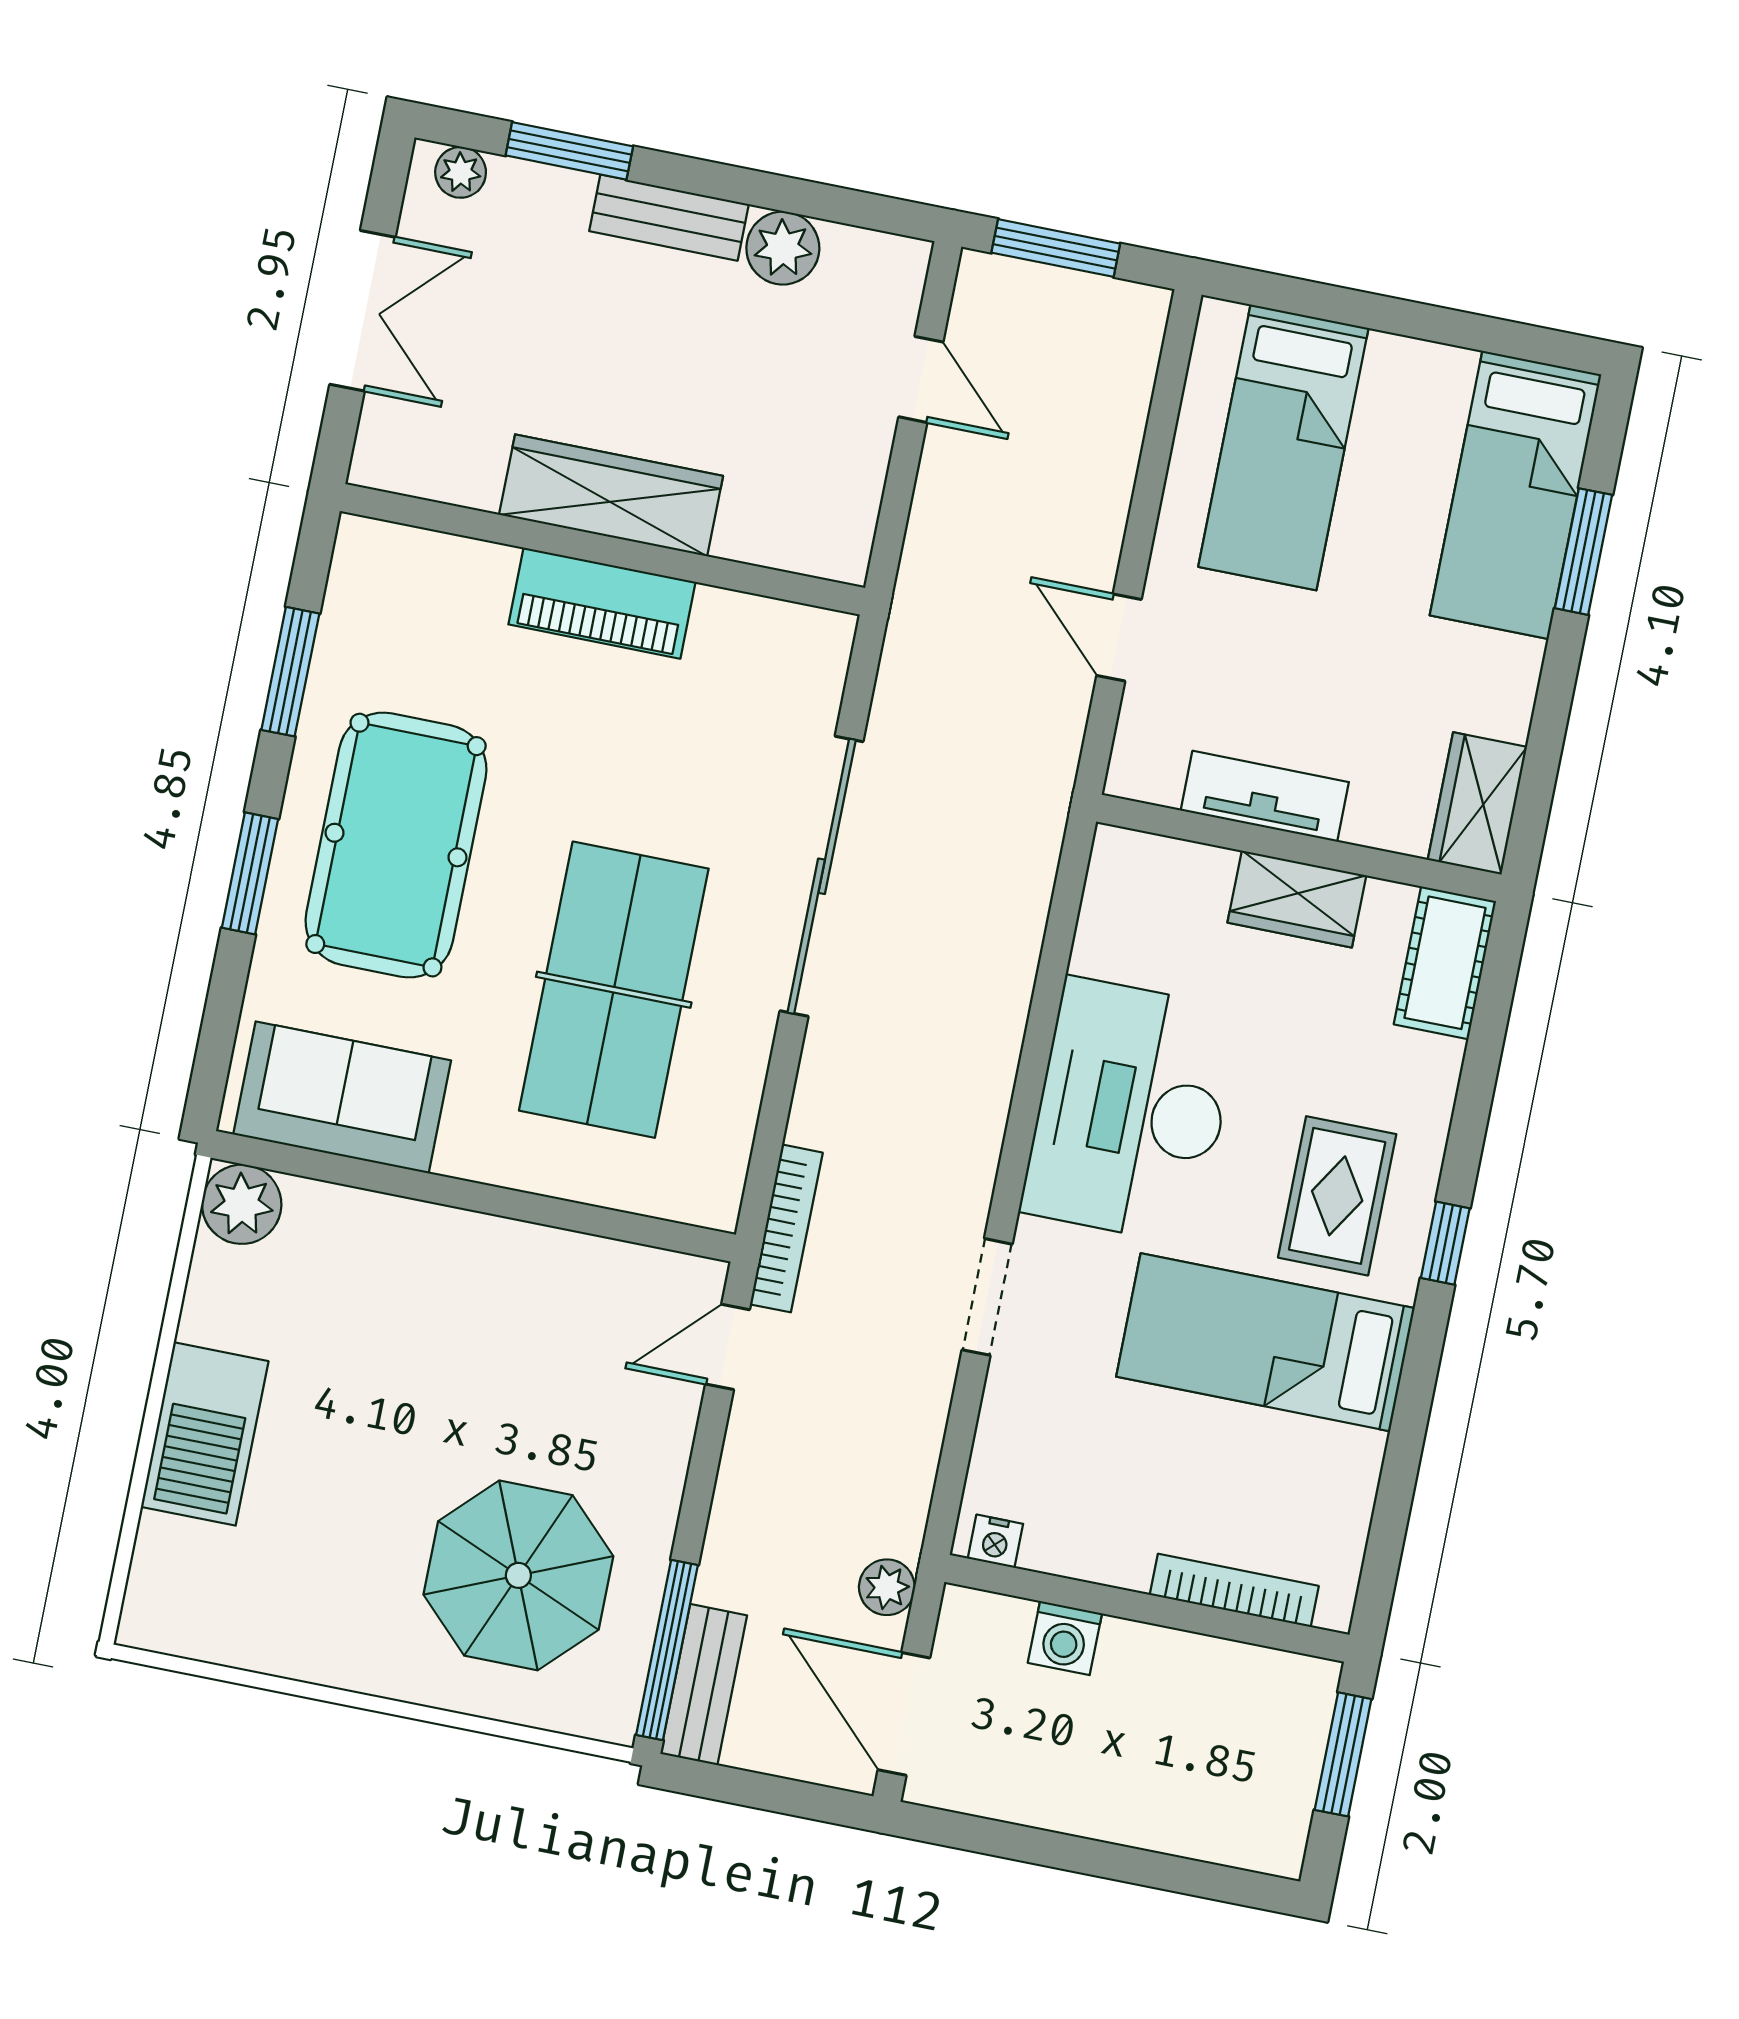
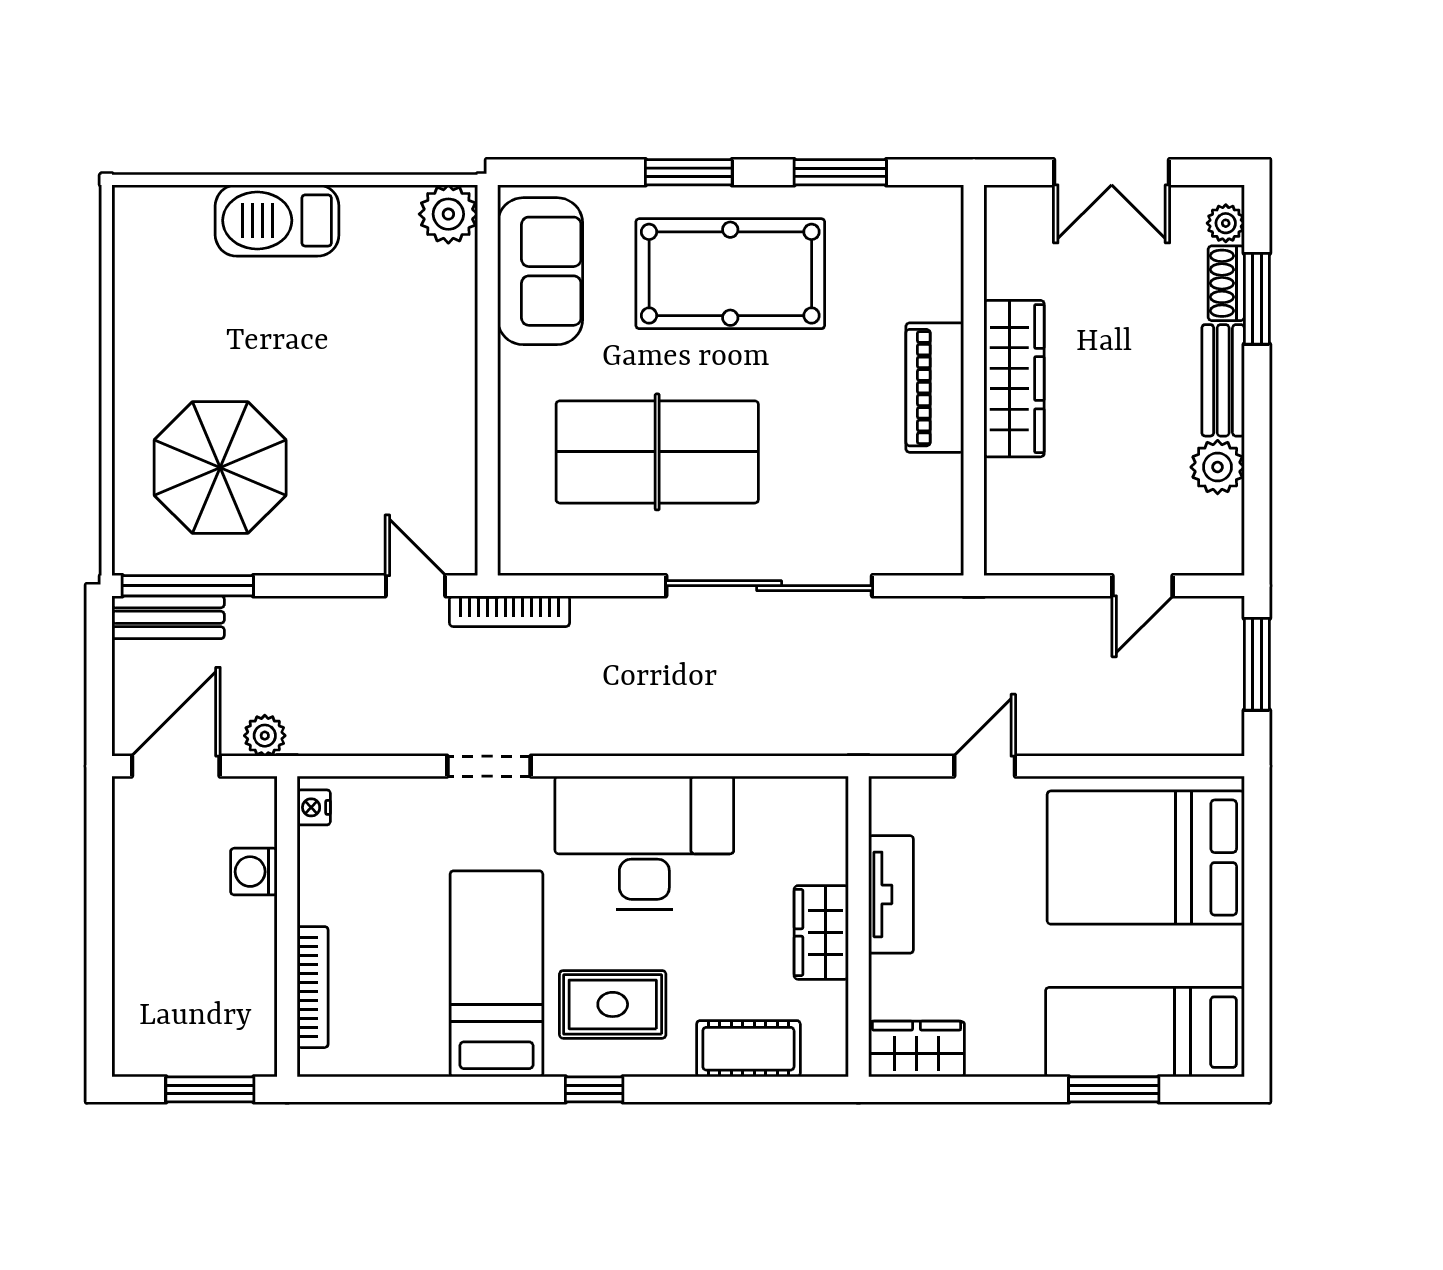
shoe rack: (541, 188) -> (1226, 283), added
bed: (1283, 447) -> (1146, 858), width x1.50
cot: (1445, 963) -> (748, 1049), moved

